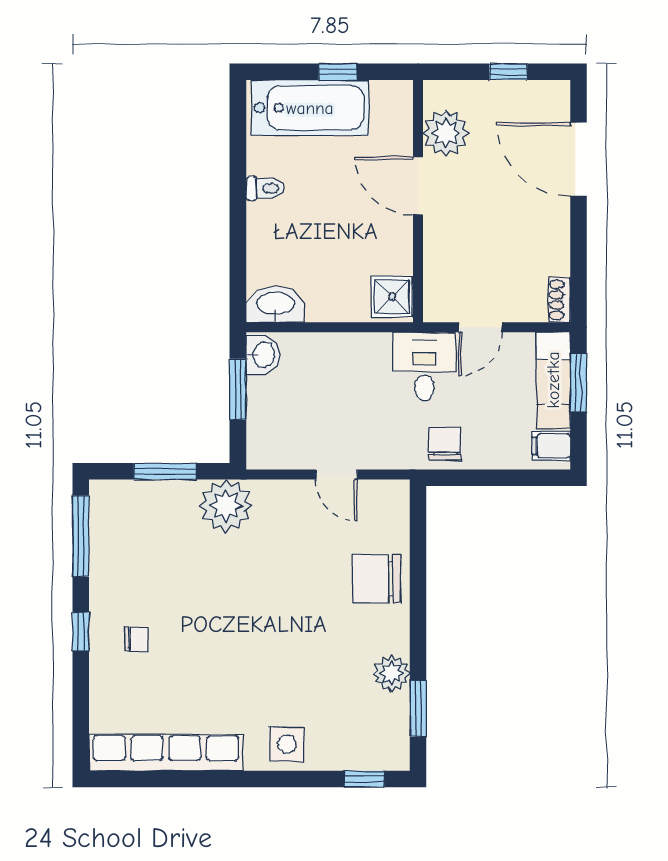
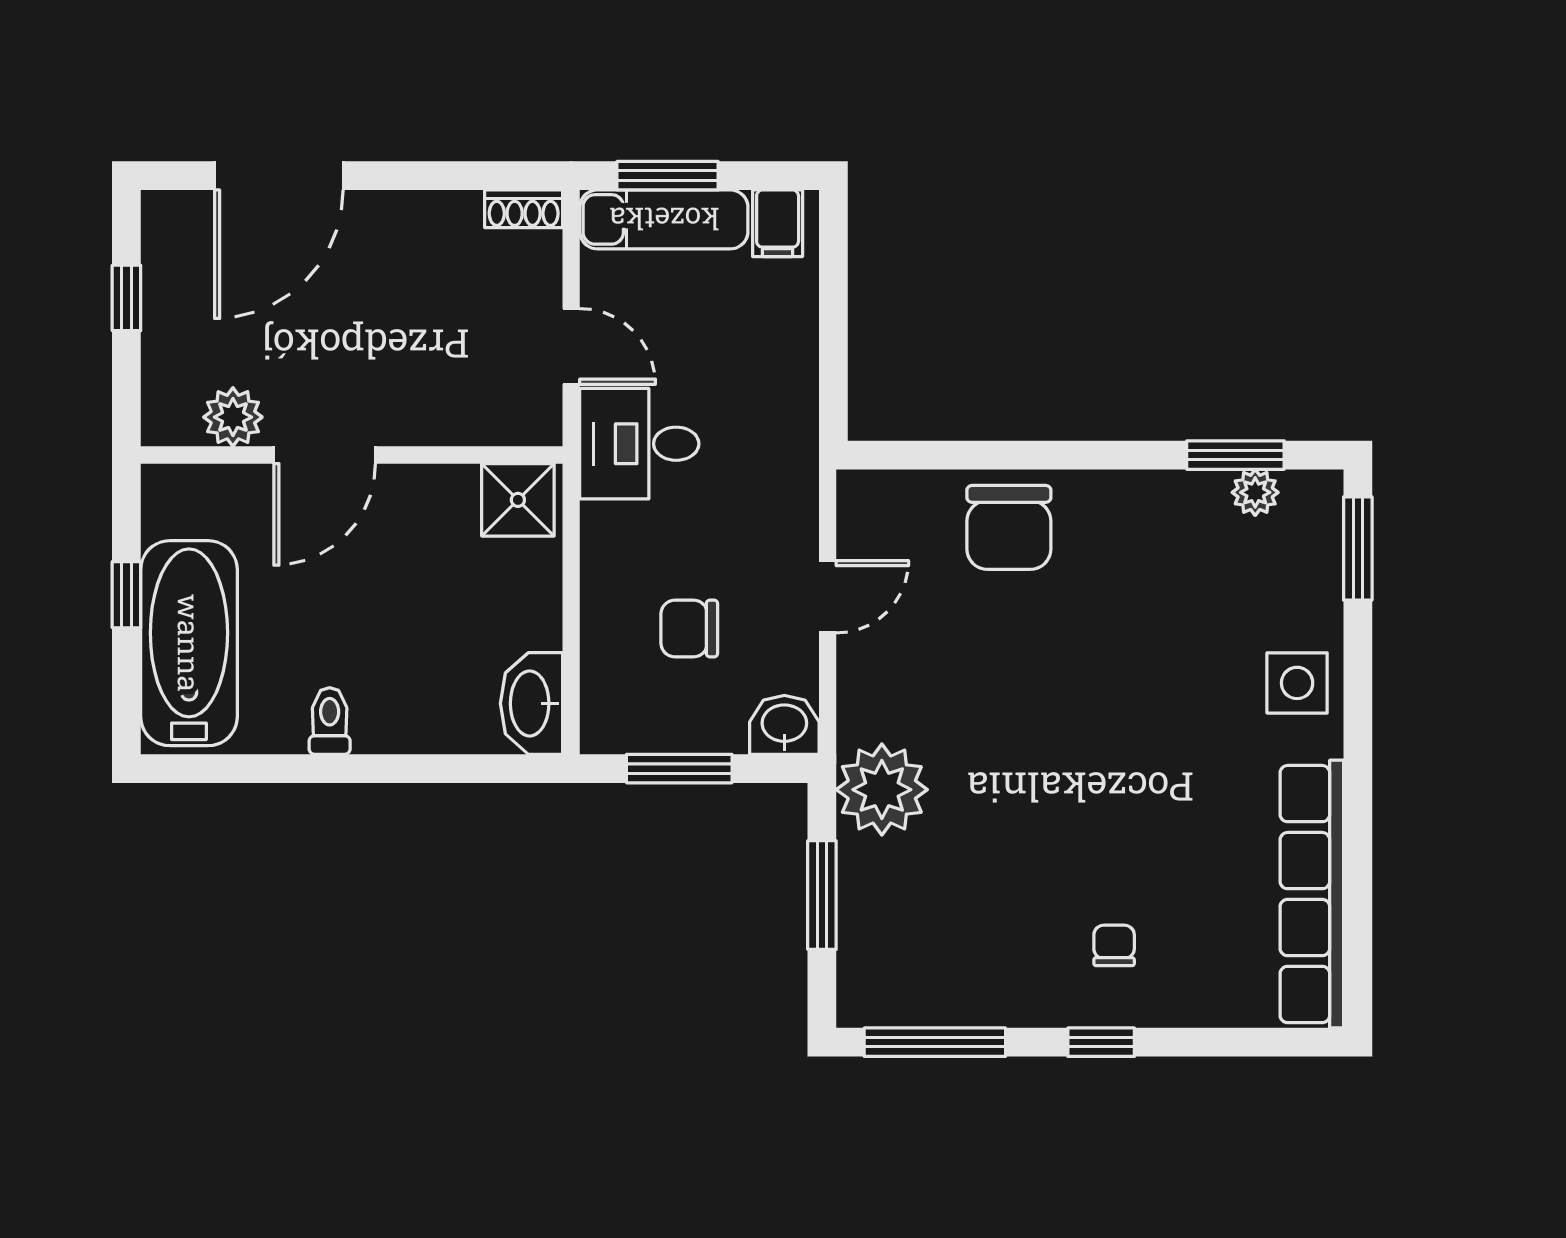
plant: (446, 133) -> (233, 417), width x0.73, depth x0.73
washbasin: (263, 355) -> (784, 725), moved
chair: (445, 444) -> (689, 629), moved
plant: (392, 673) -> (1255, 492), moved, width x0.73, depth x0.73
window: (364, 779) -> (1358, 548), width x1.50

